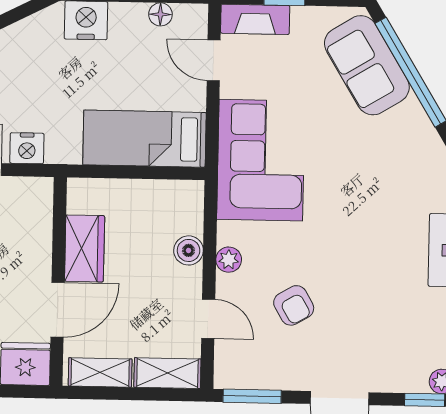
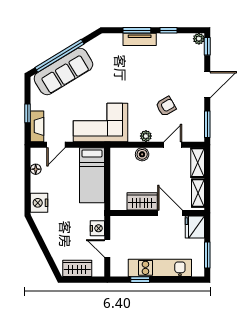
sofa: (367, 65) -> (63, 71), width x1.36

